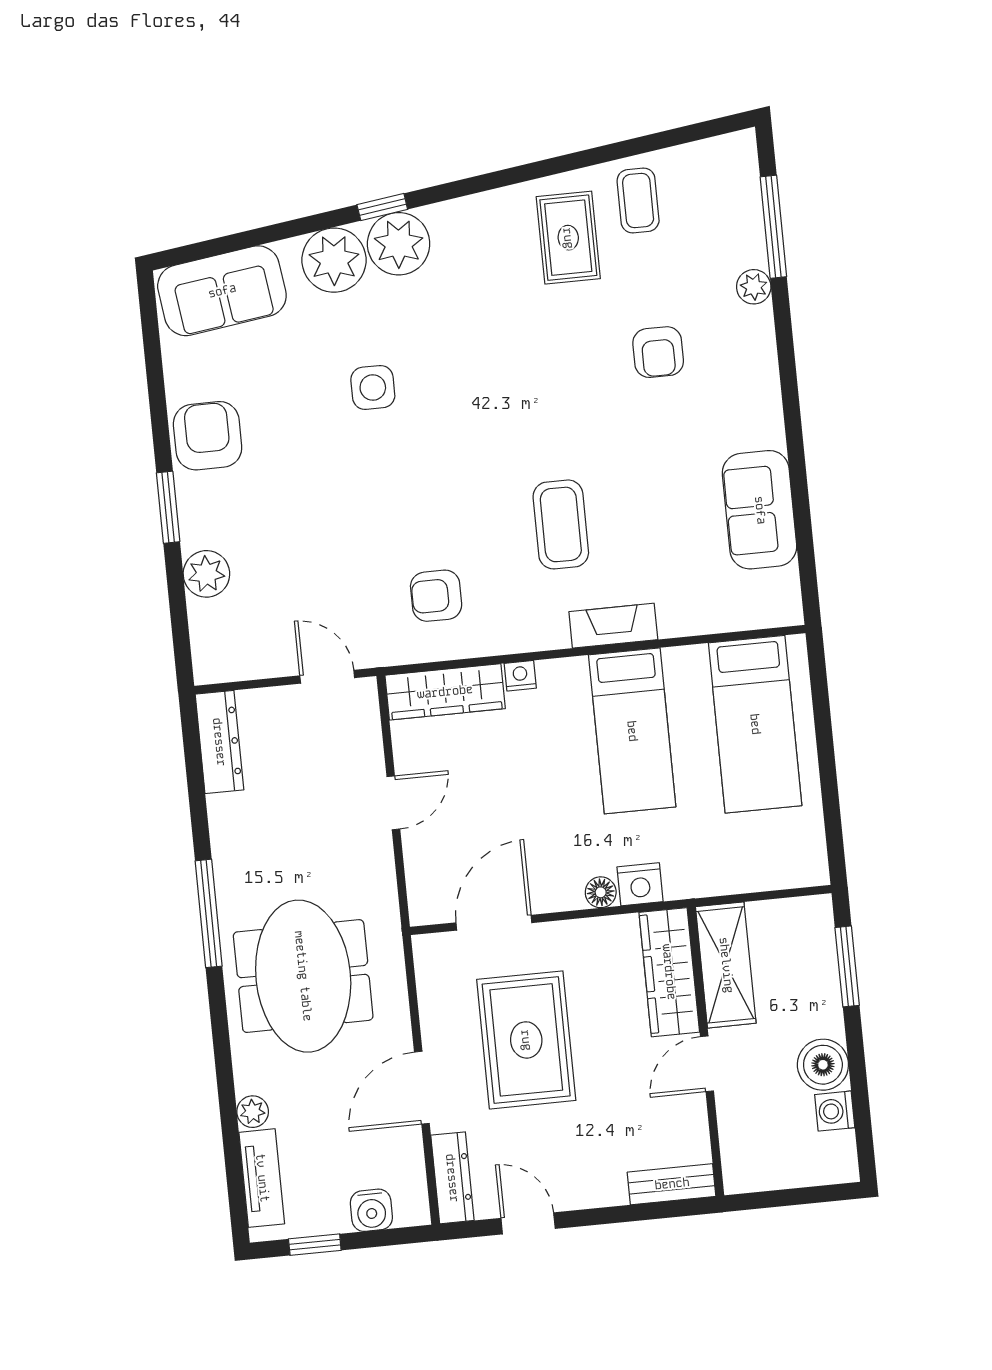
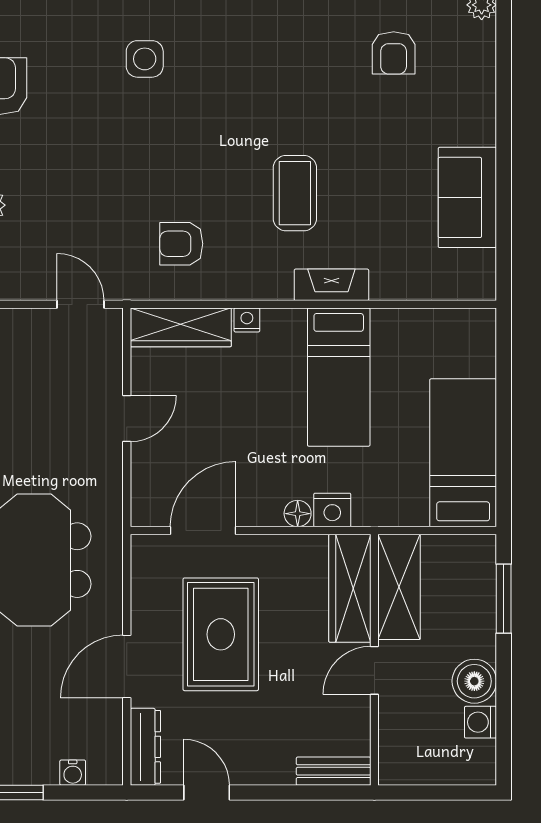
bed: (755, 724) -> (463, 453), moved, turned 180
water cooler: (371, 1210) -> (73, 773), width x0.72, depth x0.72

